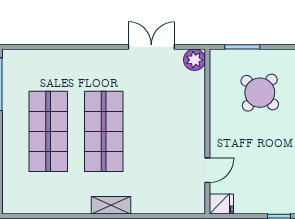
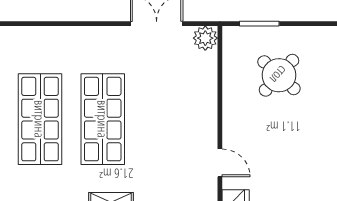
door: (207, 170) -> (220, 163), hinge flipped

